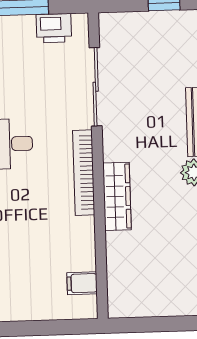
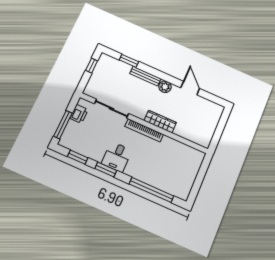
filing cabinet: (82, 283) -> (189, 153), removed

